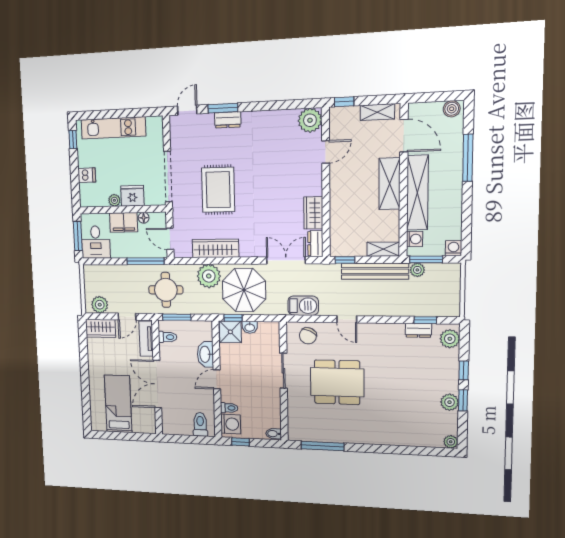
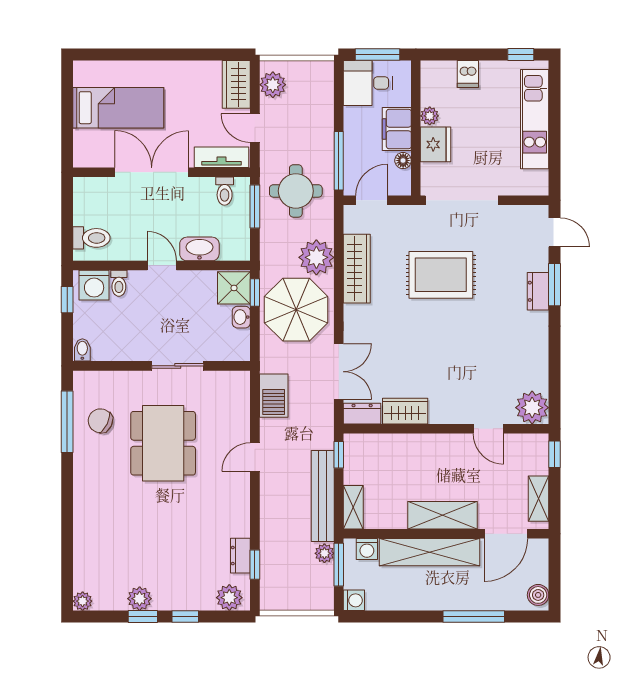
chair: (308, 336) -> (100, 421), moved

